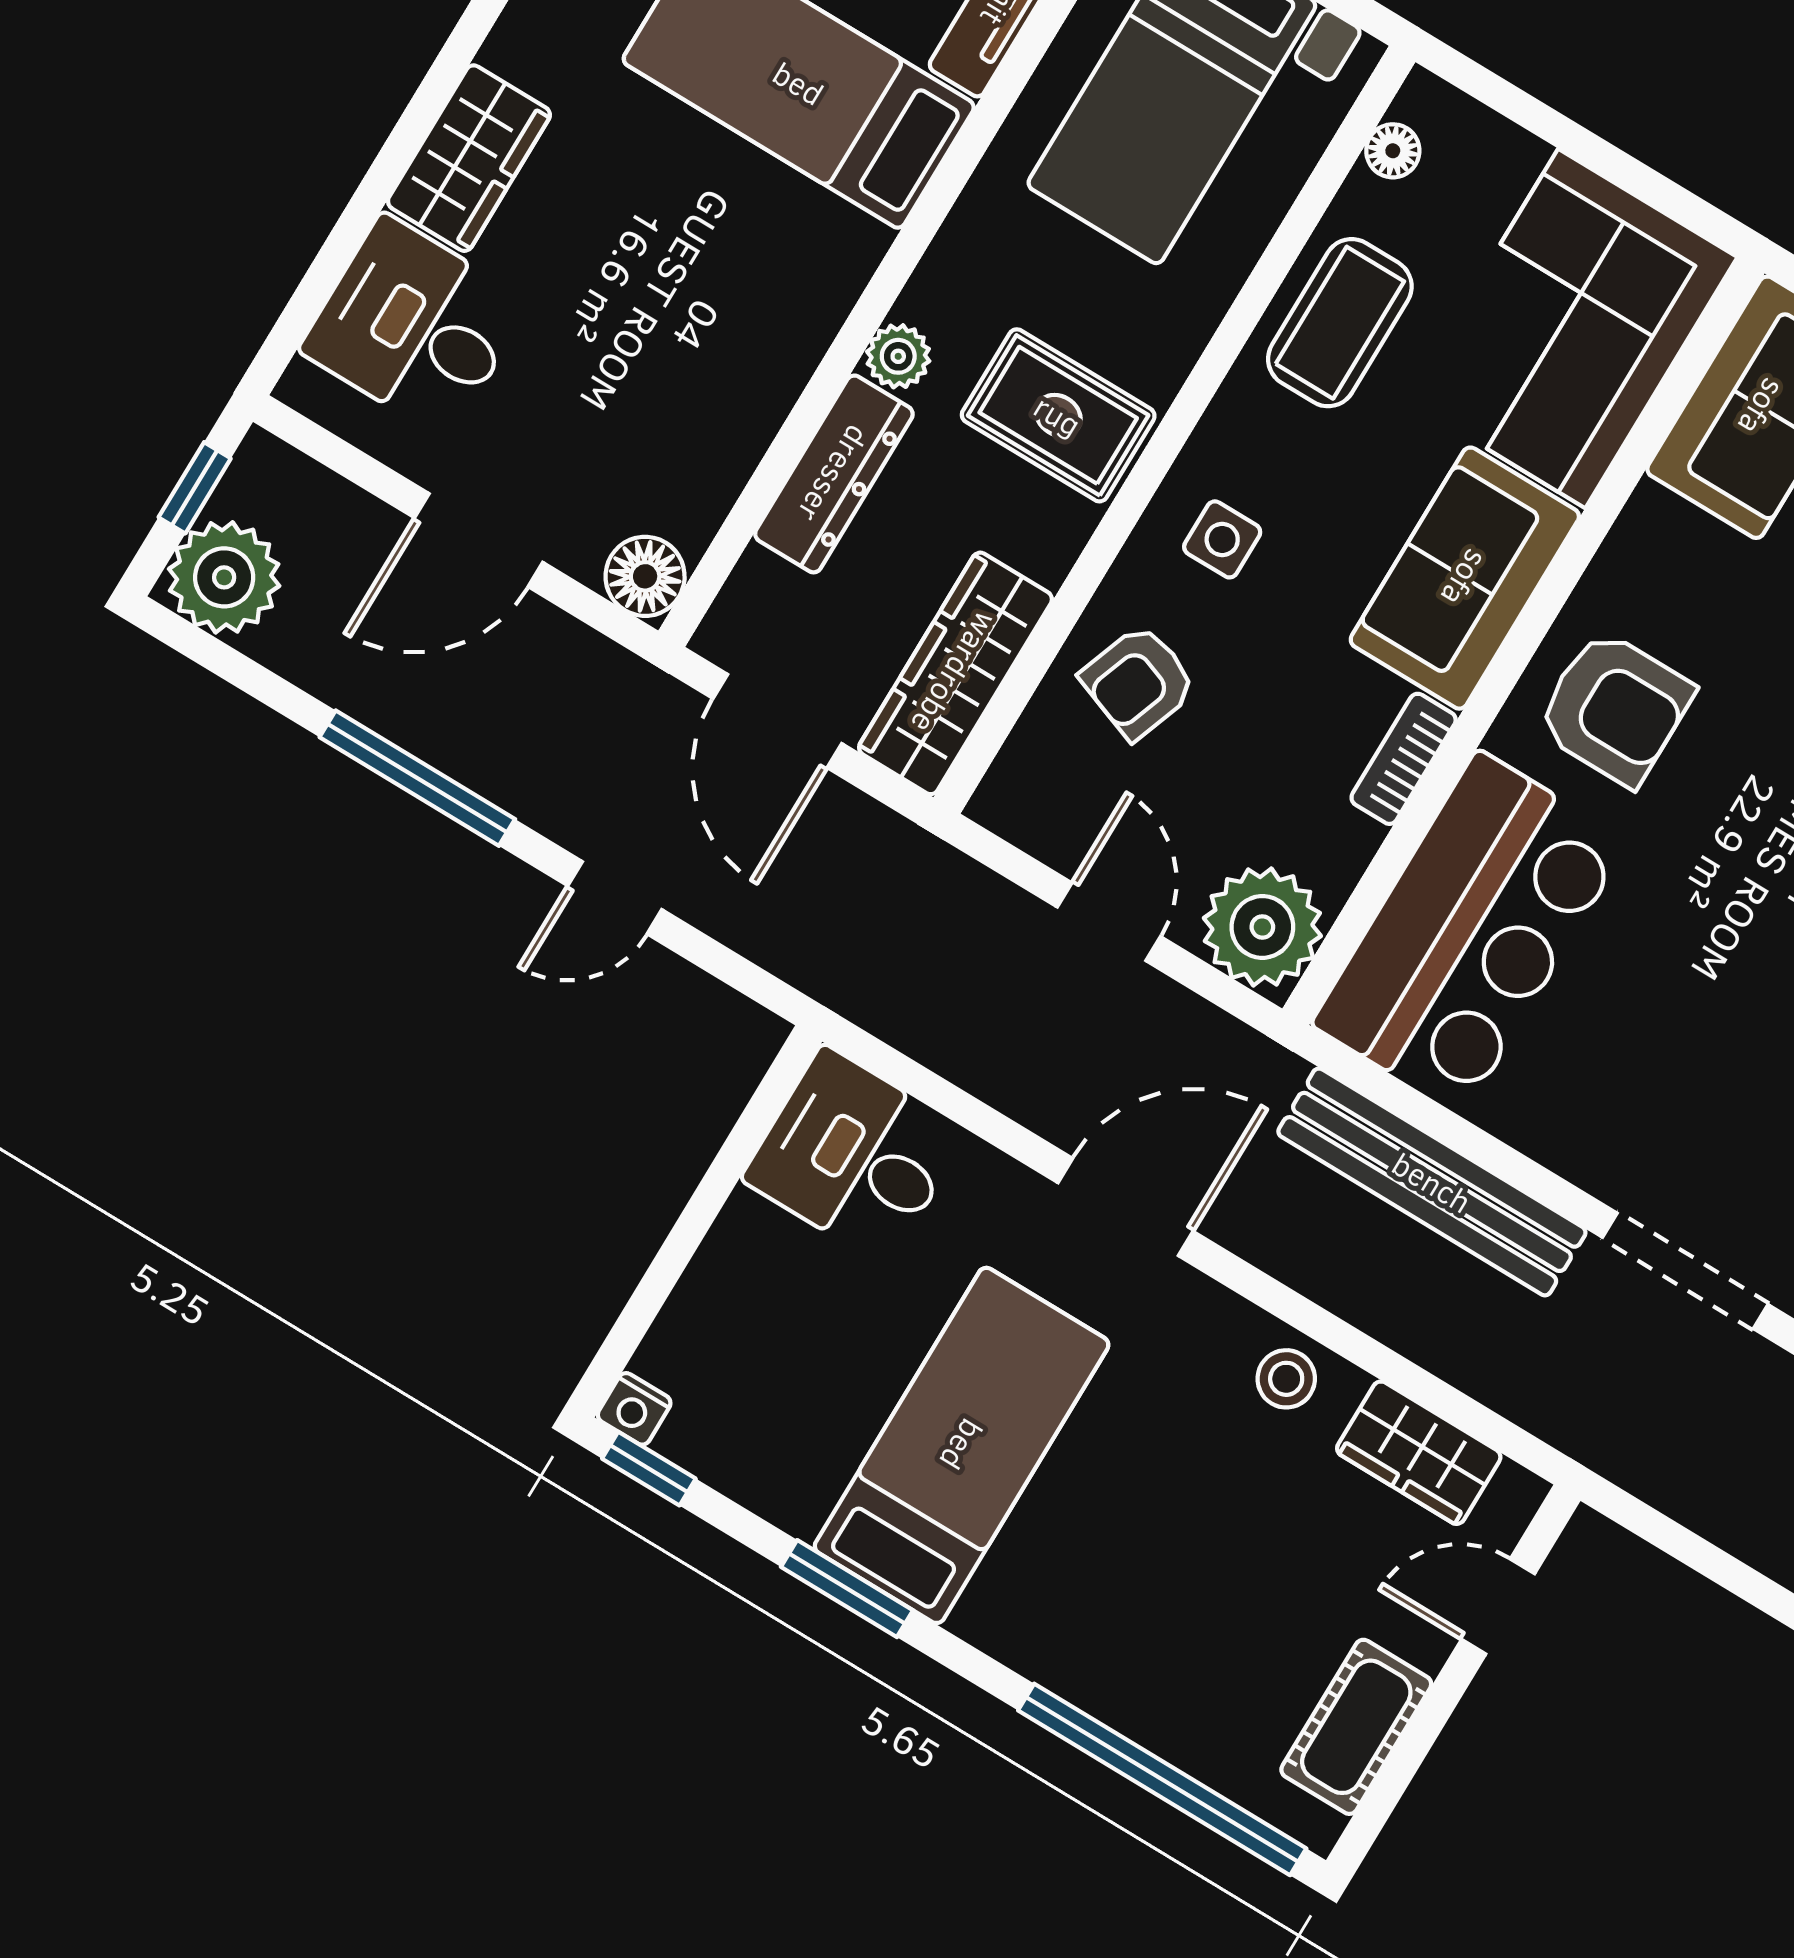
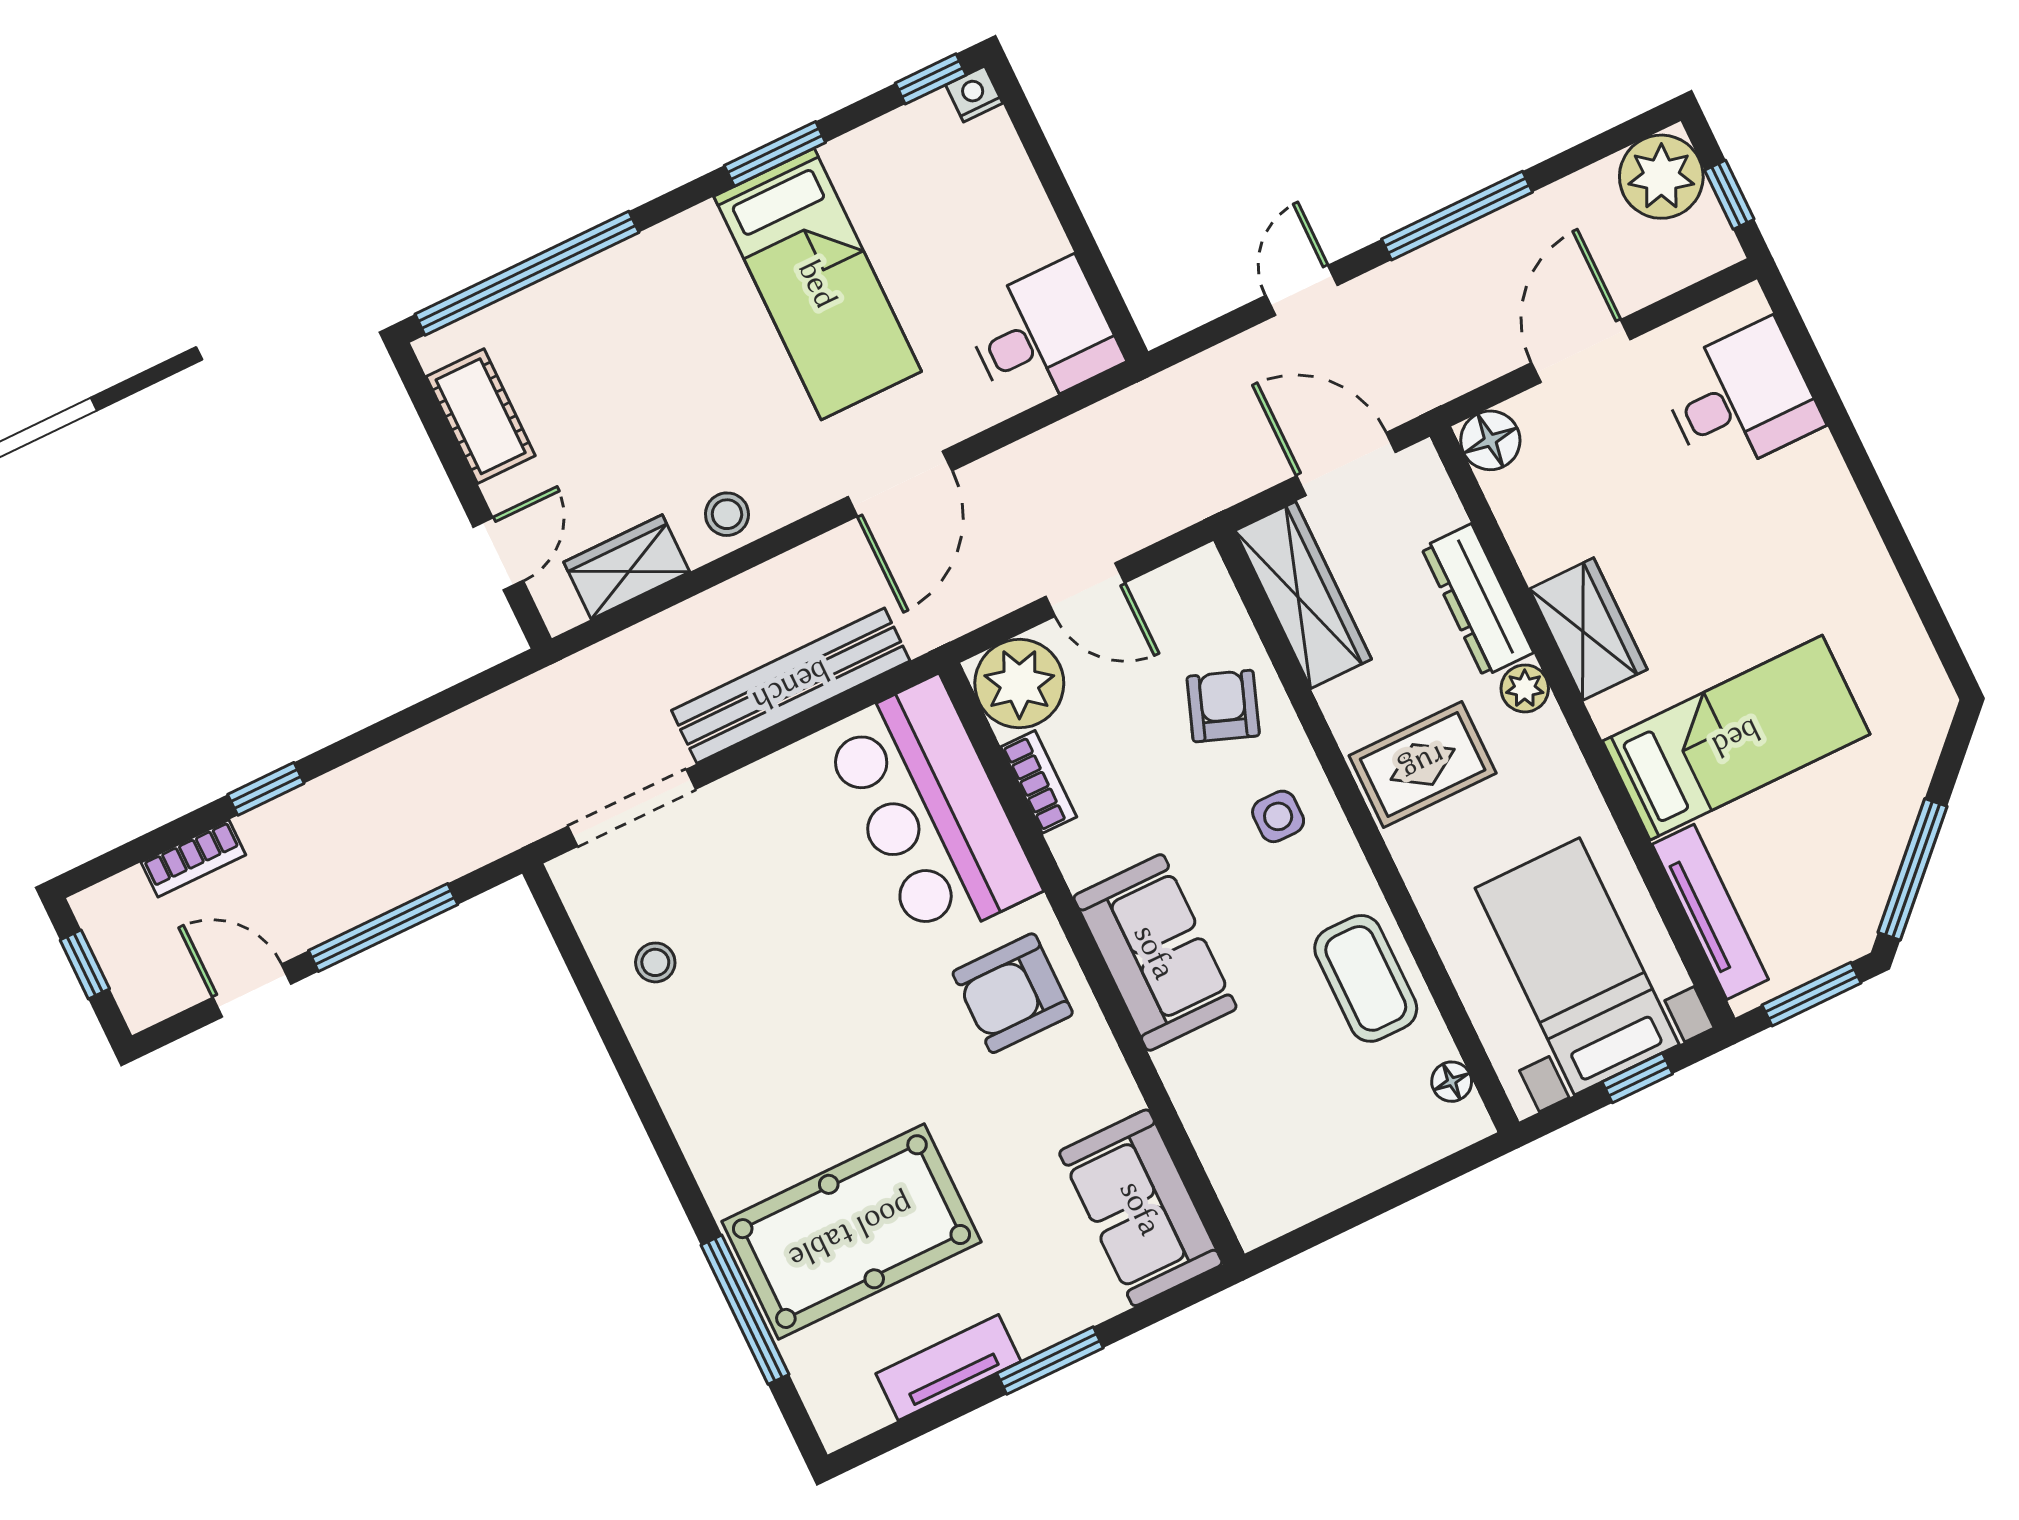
wardrobe: (469, 158) -> (1588, 629), moved, turned 180
corner sofa: (1572, 328) -> (1268, 1121), removed
bookcase: (1404, 759) -> (1039, 782), moved

